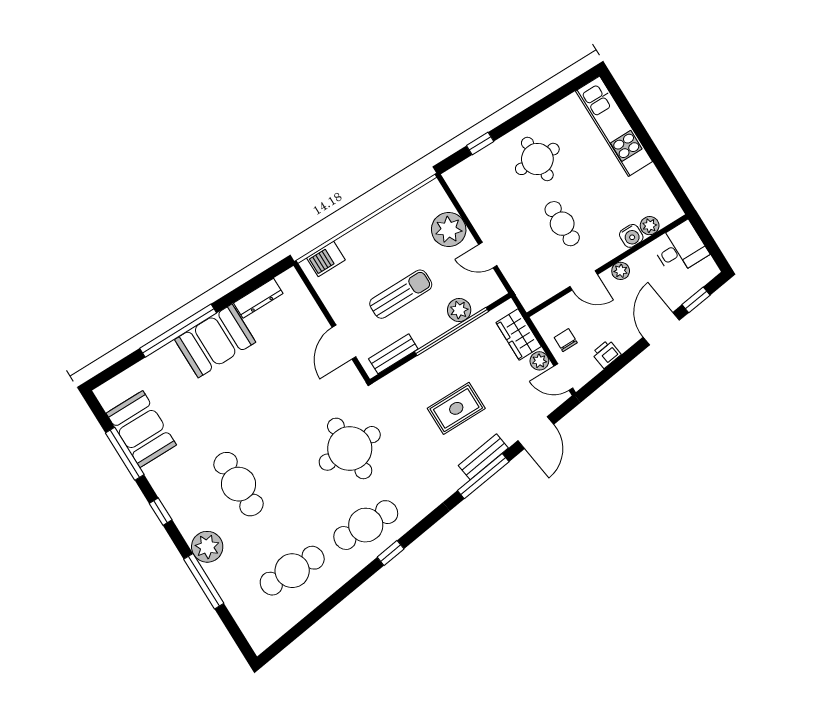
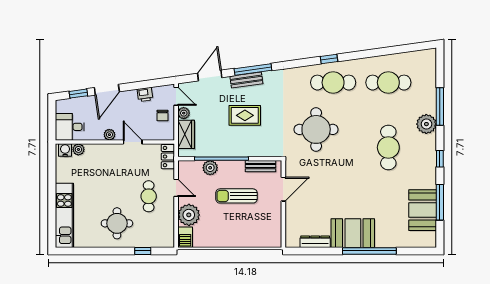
cafe table: (562, 224) -> (149, 196), moved
water cooler: (631, 236) -> (65, 150), moved
barbecue: (326, 259) -> (185, 237), moved, turned 90
locker: (525, 290) -> (168, 157), added

